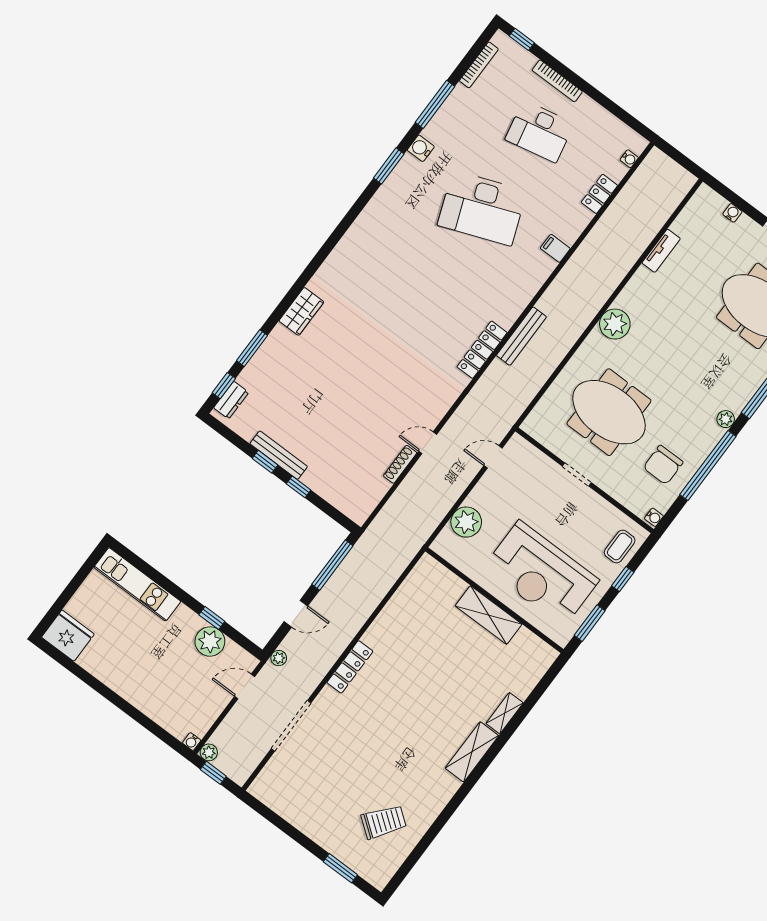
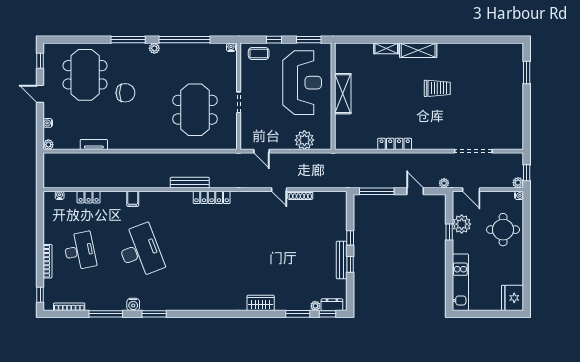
plant: (615, 324) -> (48, 145), moved, width x0.53, depth x0.53
plant: (245, 378) -> (315, 306), added
chair: (663, 465) -> (125, 93), moved
locker: (350, 667) -> (395, 144), moved
round table: (164, 689) -> (503, 230), added
trolley: (384, 822) -> (437, 88), moved, turned 143

